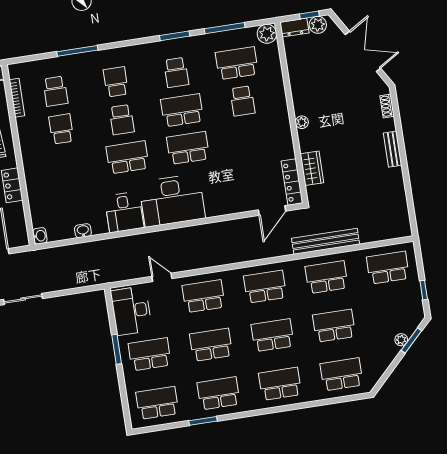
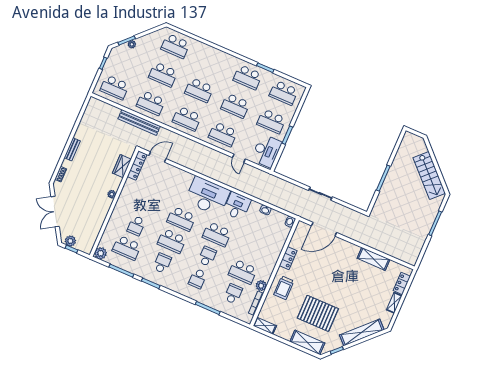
dresser: (294, 28) -> (84, 247), removed
school desk: (243, 101) -> (136, 226), turned 180
plant: (25, 126) -> (261, 286), added
school desk: (61, 129) -> (243, 272), width x1.85
school desk: (280, 384) -> (212, 62), removed

